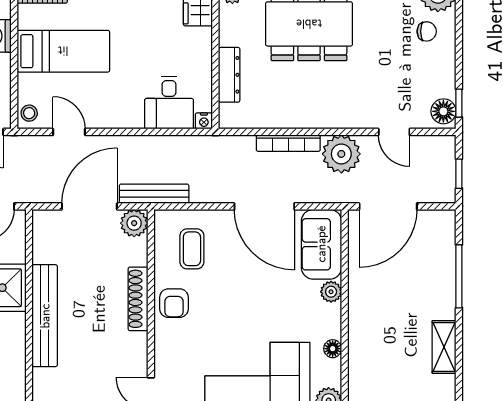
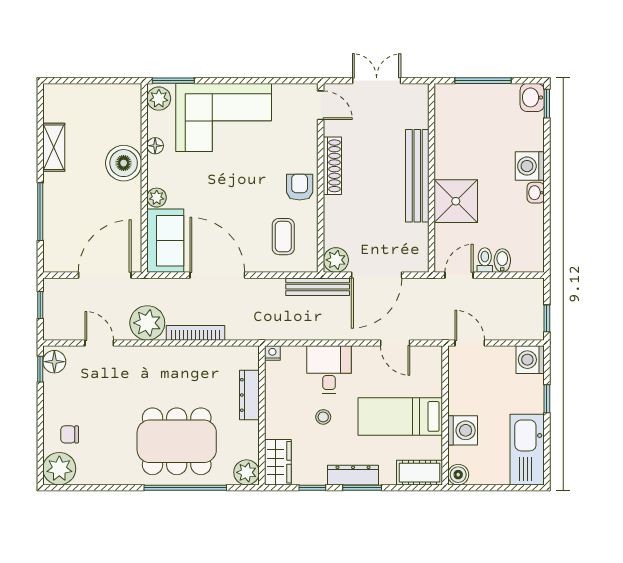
desk: (169, 103) -> (329, 370), moved
stool: (29, 113) -> (323, 417), moved
shoe rack: (138, 299) -> (332, 166), moved
boiler: (367, 330) -> (124, 163), added

